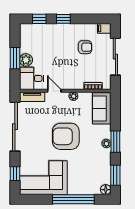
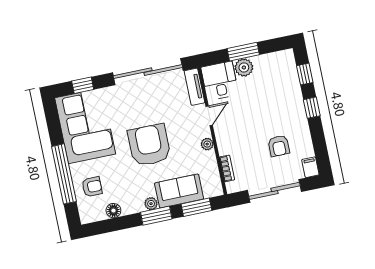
sofa: (102, 108) -> (179, 191), moved
window: (115, 175) -> (196, 207), moved
armchair: (86, 182) -> (92, 187), added
floor lamp: (106, 190) -> (113, 211), moved

